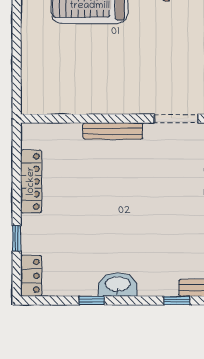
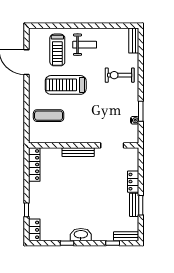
exercise mat: (58, 63) -> (49, 116), added
locker: (31, 181) -> (34, 165), moved

